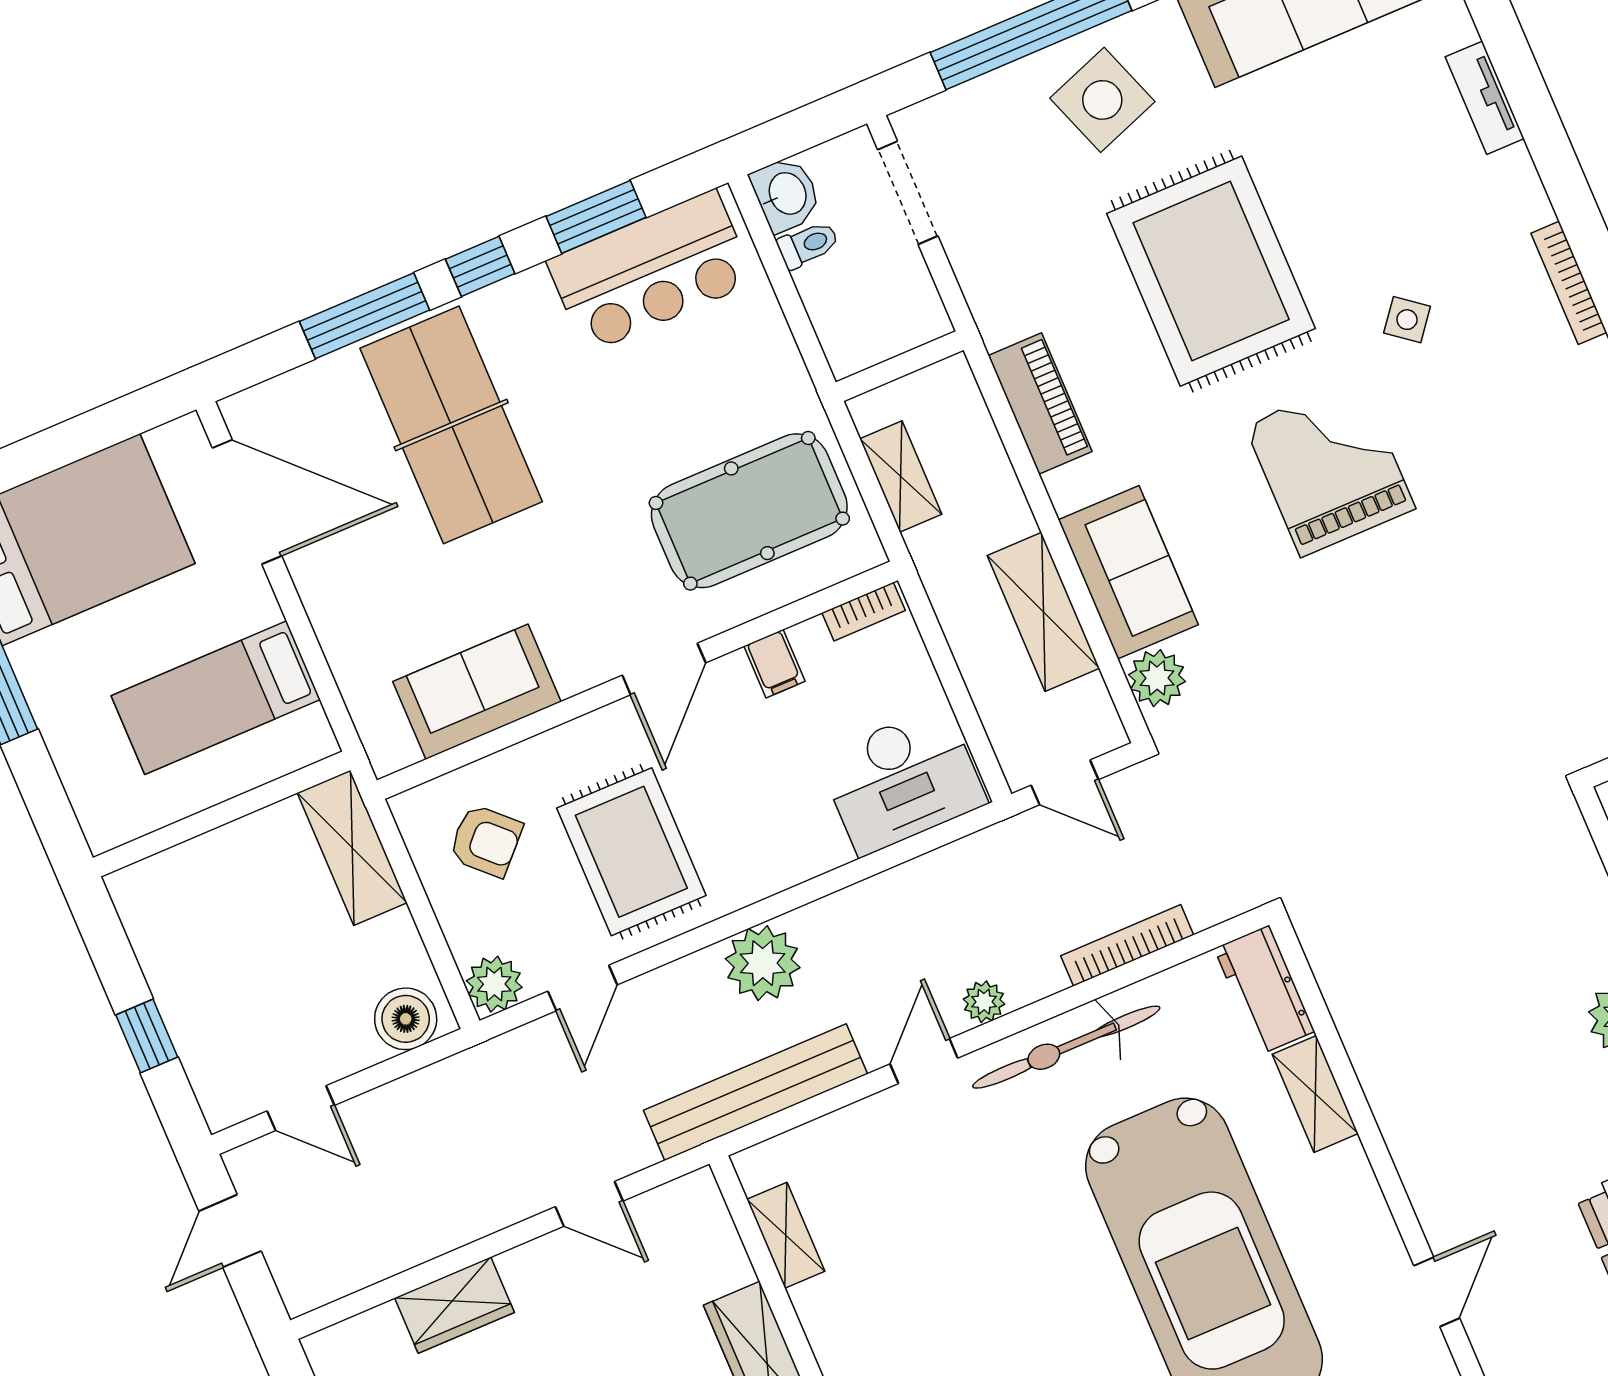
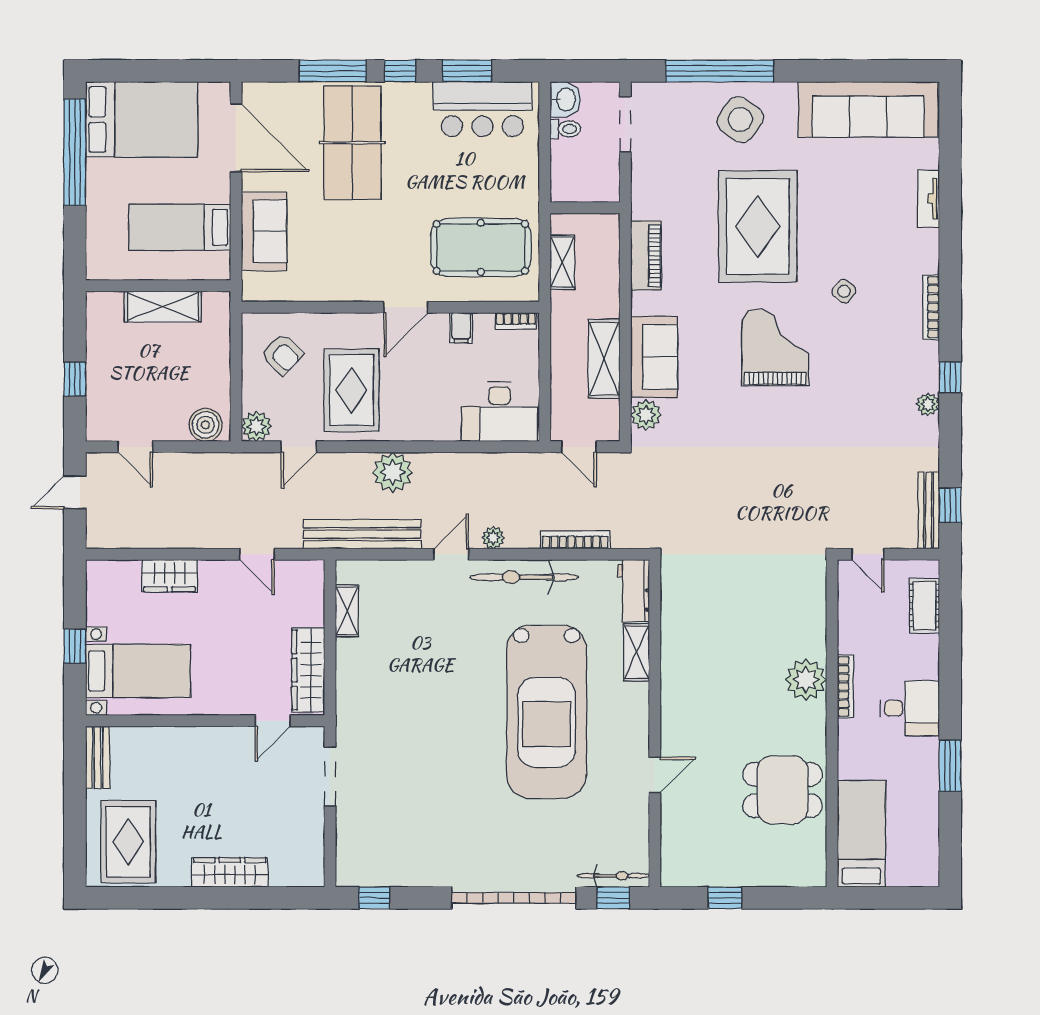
side table: (1102, 100) -> (740, 120), turned -35
sofa: (477, 692) -> (264, 231), moved, turned 90
shelving: (352, 848) -> (163, 307), moved, turned 90

